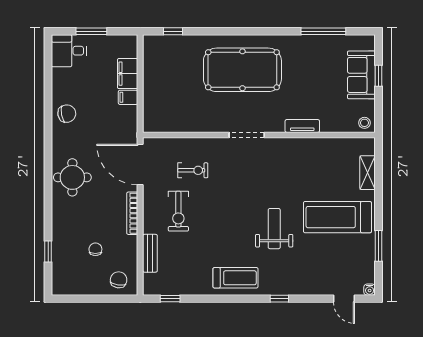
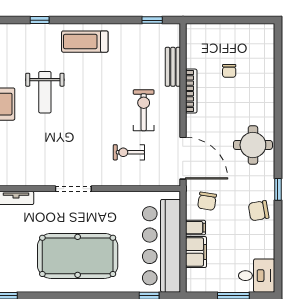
bar counter: (161, 80) -> (161, 246), added
bookcase: (132, 213) -> (191, 91), moved
window: (48, 251) -> (278, 189), moved
chair: (119, 280) -> (207, 201), moved

